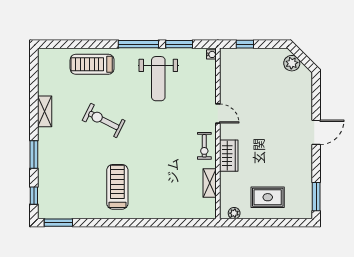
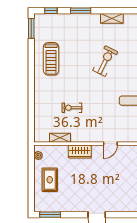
exercise bike: (204, 146) -> (72, 108), moved
treadmill: (117, 187) -> (51, 59), moved, turned 90

